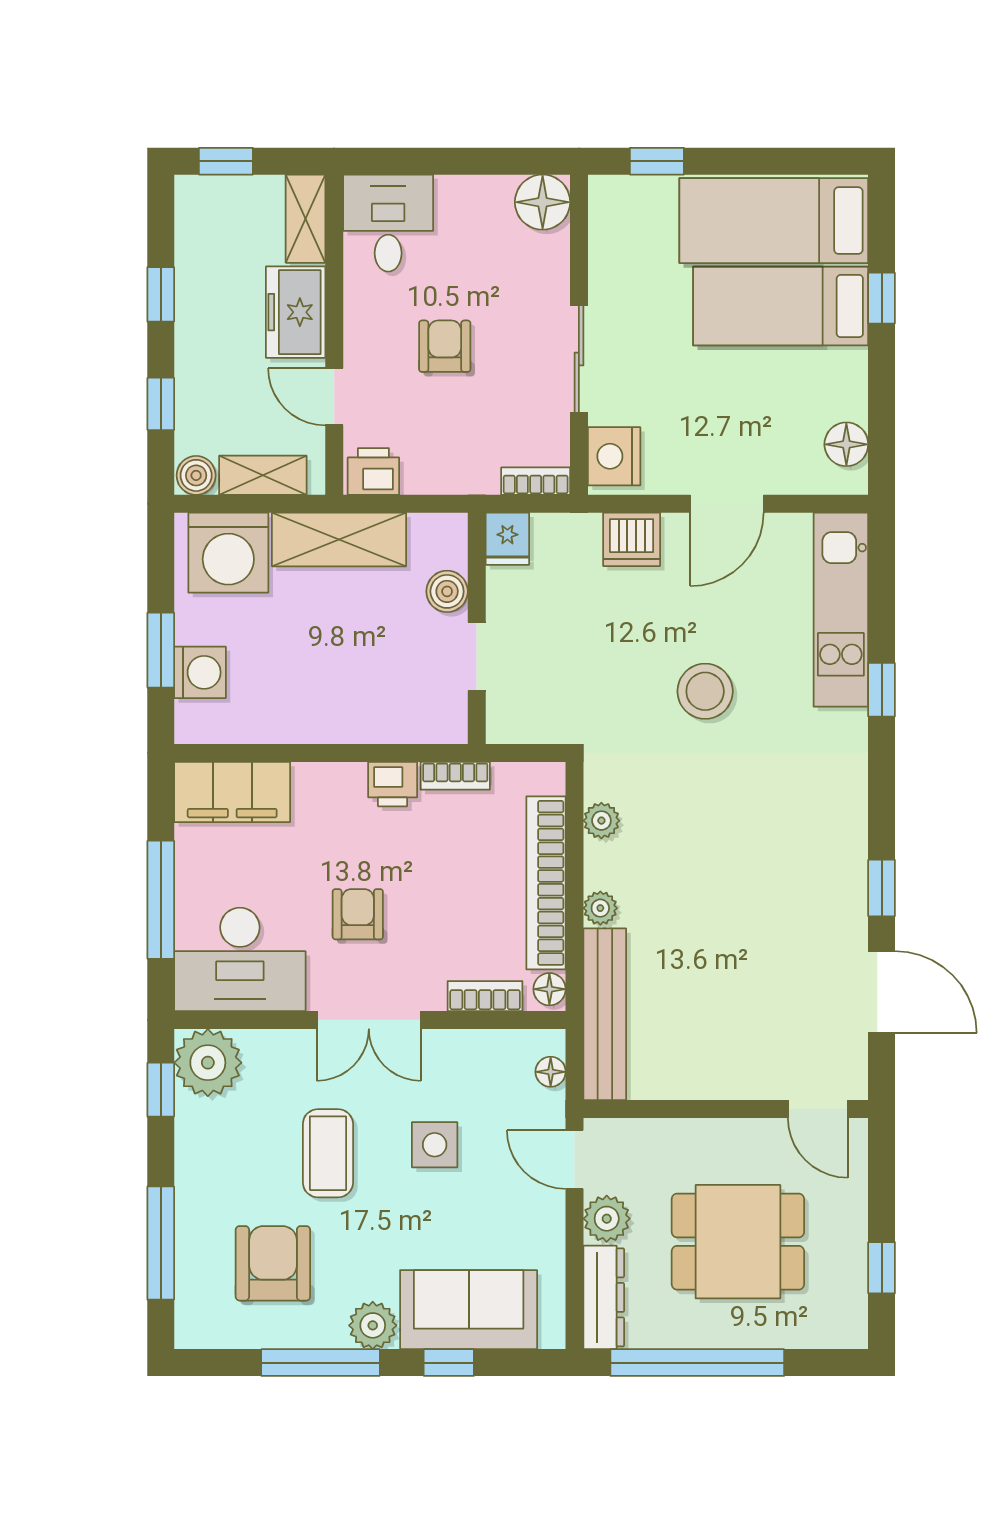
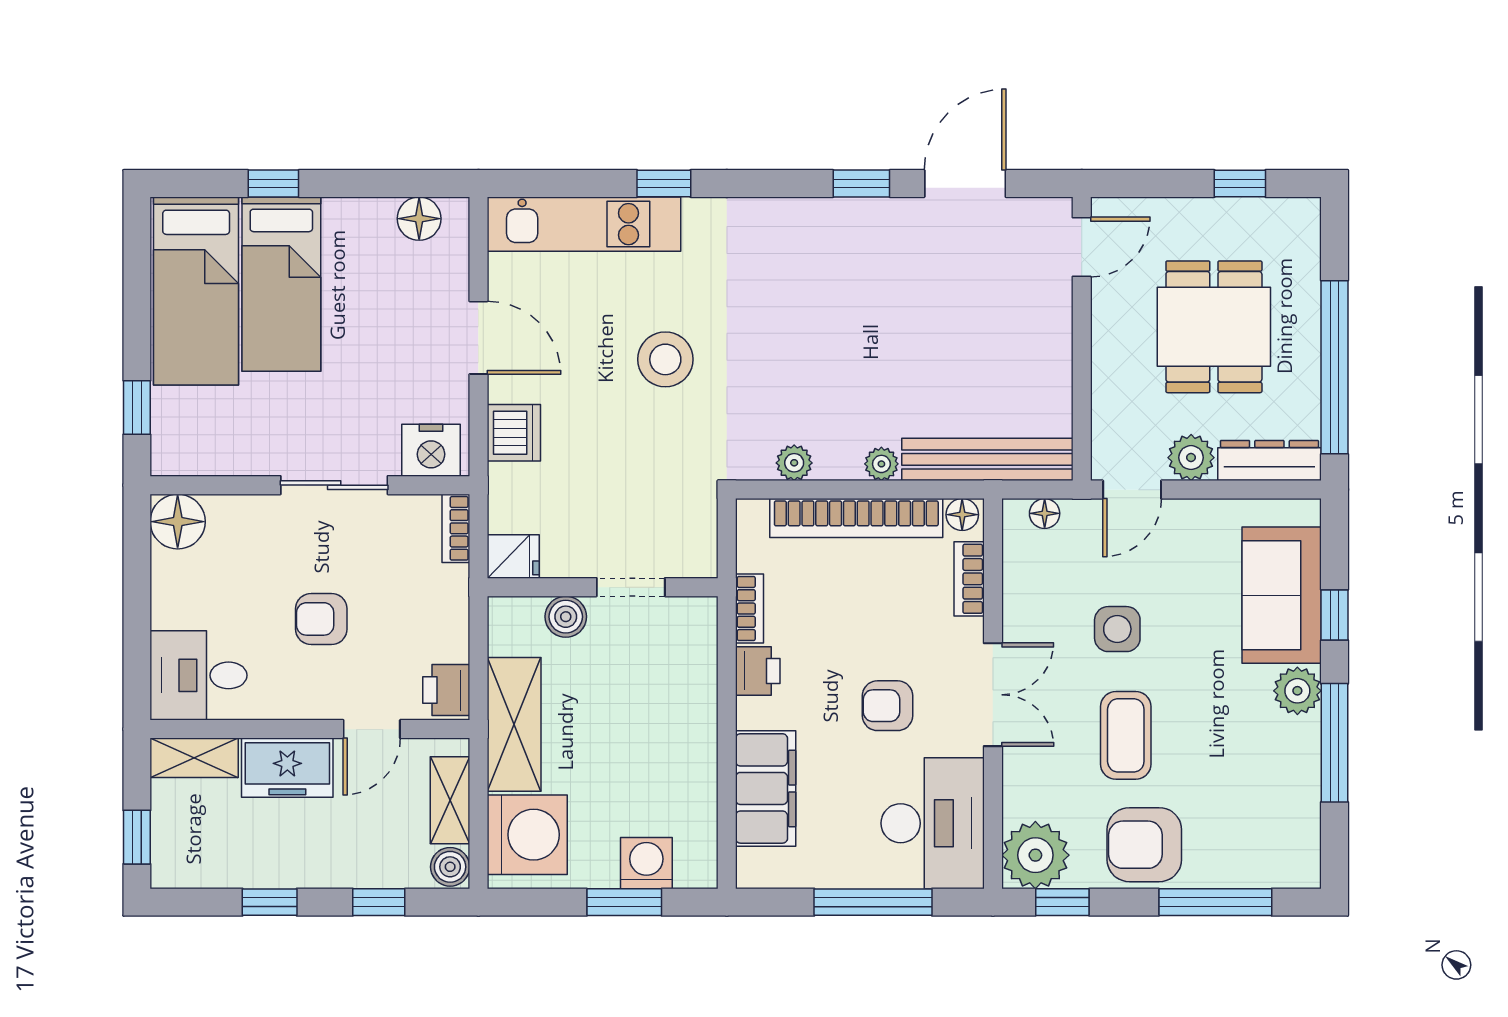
filing cabinet: (232, 792) -> (766, 788), moved
coffee table: (328, 1153) -> (1126, 735), turned 90
armchair: (273, 1263) -> (1144, 845), moved

